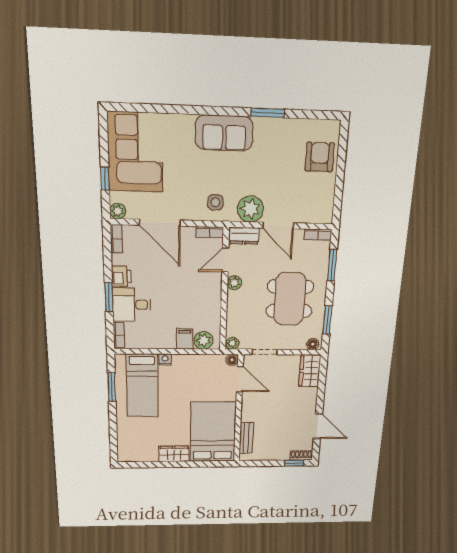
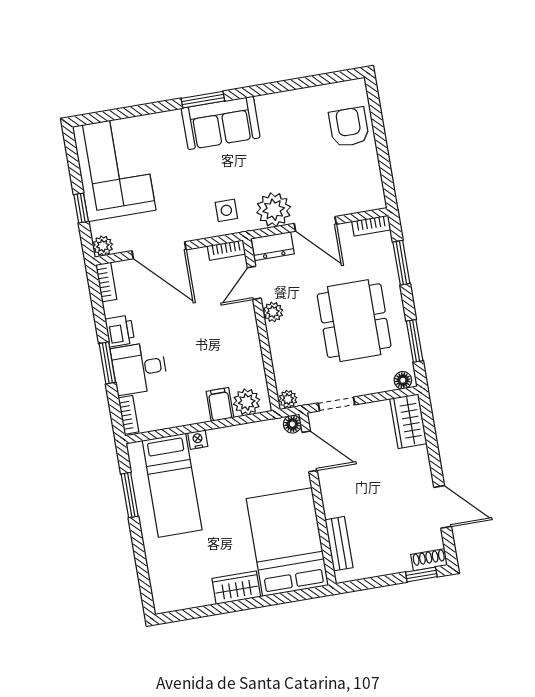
window: (268, 113) -> (203, 100), moved

